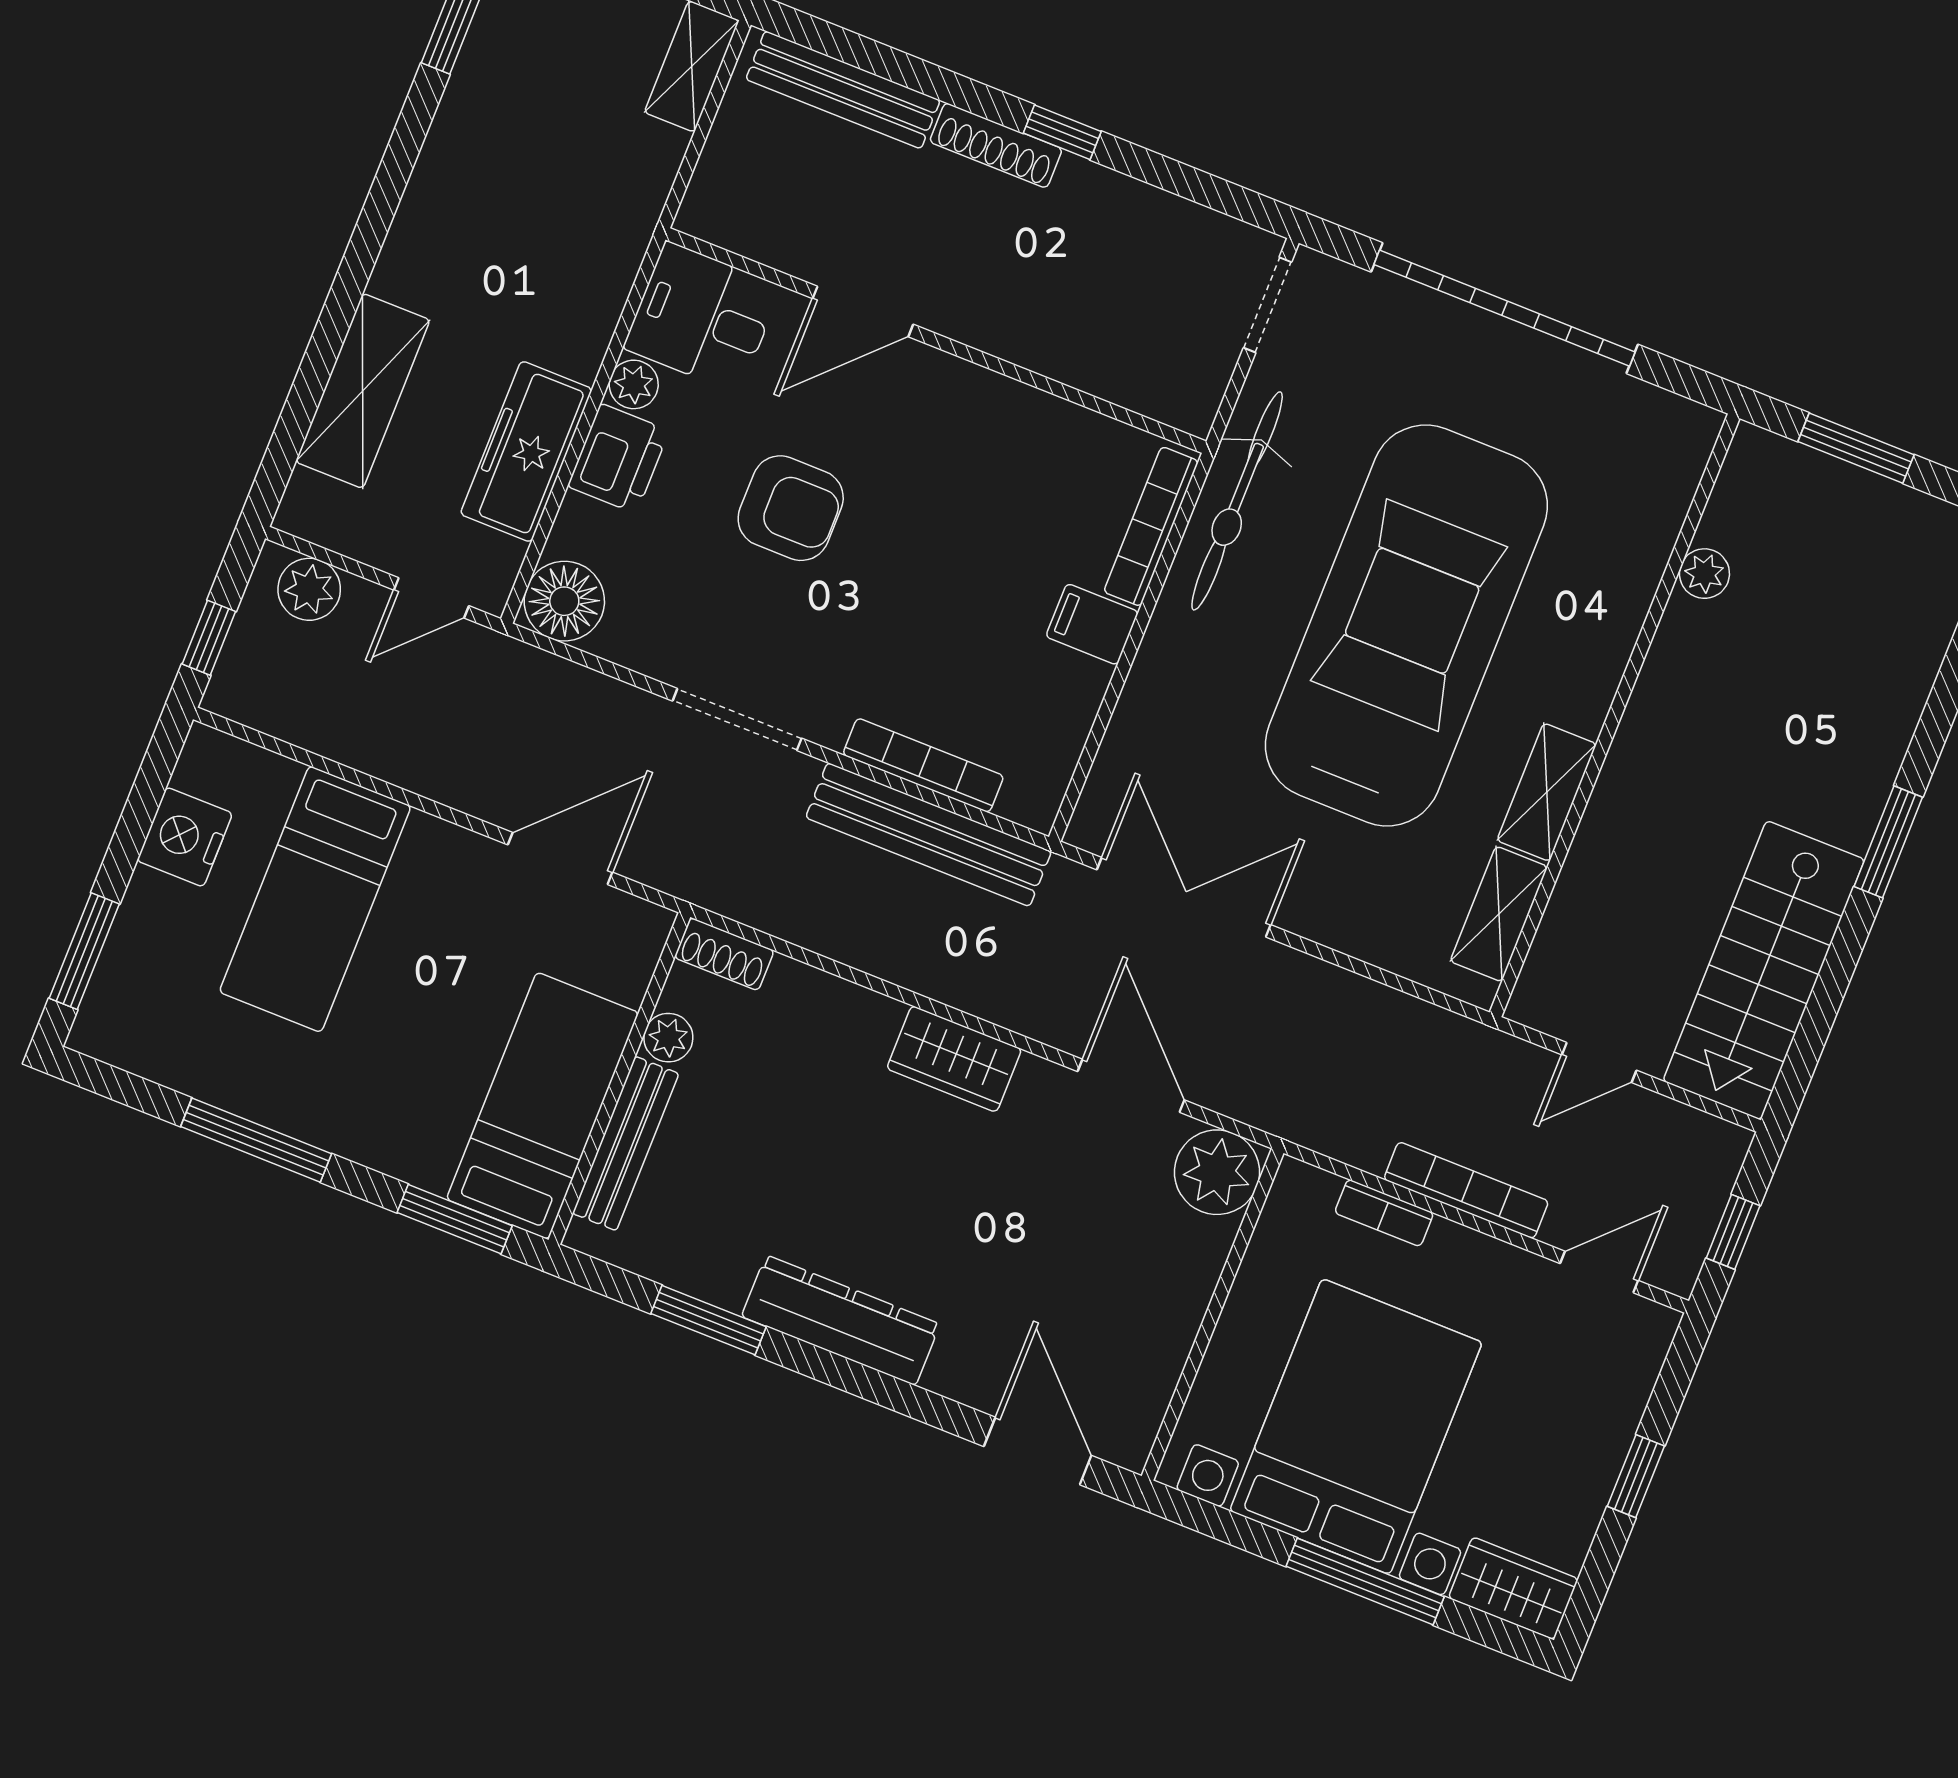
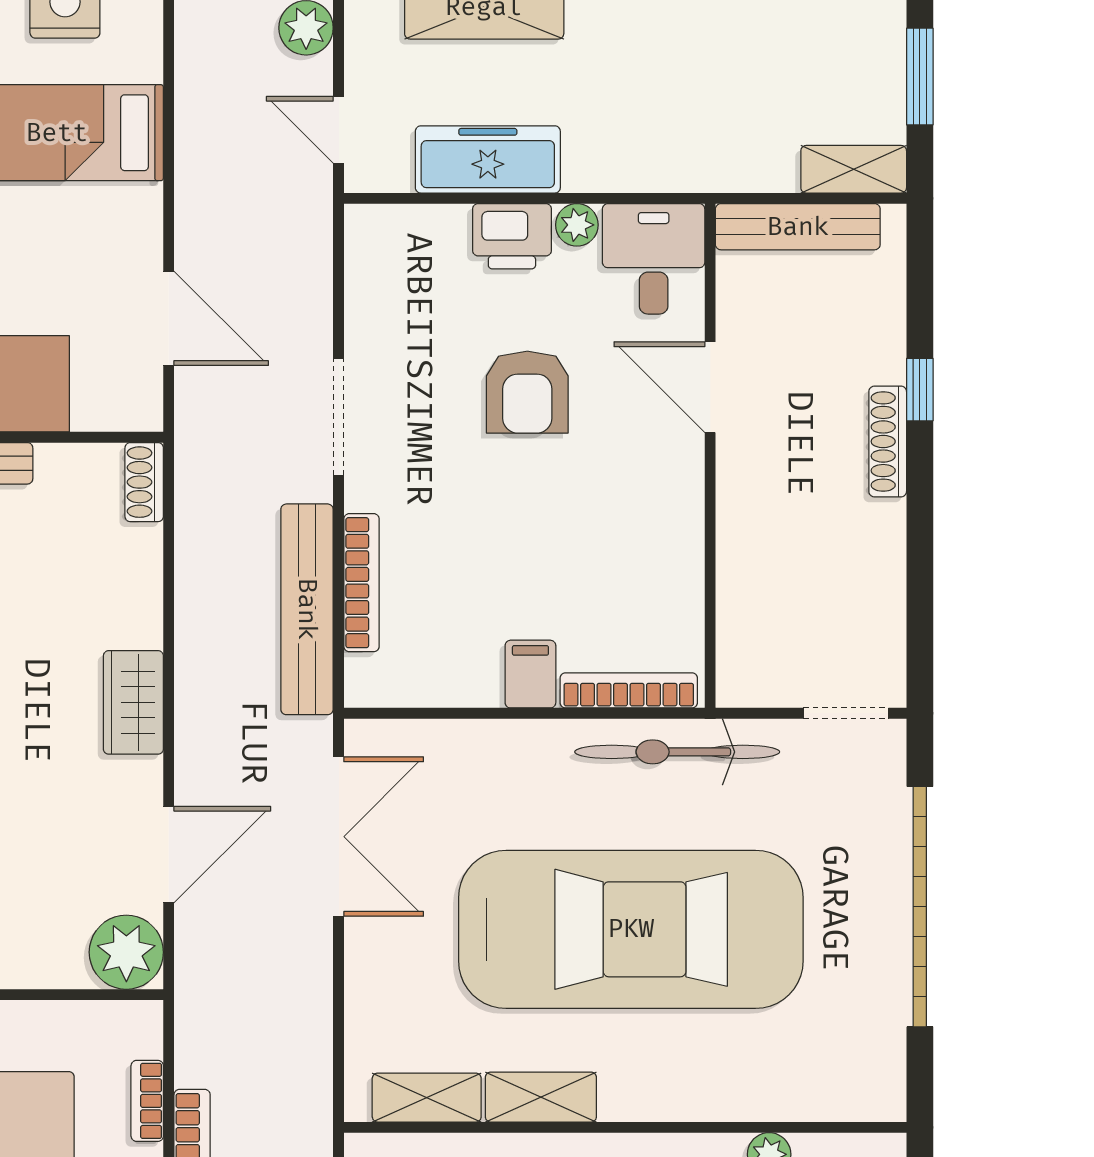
bench: (843, 90) -> (798, 227), moved, turned 90
window: (1062, 132) -> (920, 390), moved
floor lamp: (564, 601) -> (379, 239), removed
plant: (668, 1038) -> (58, 464), removed

